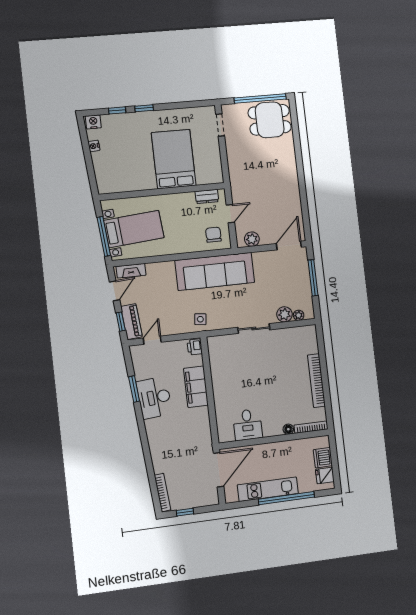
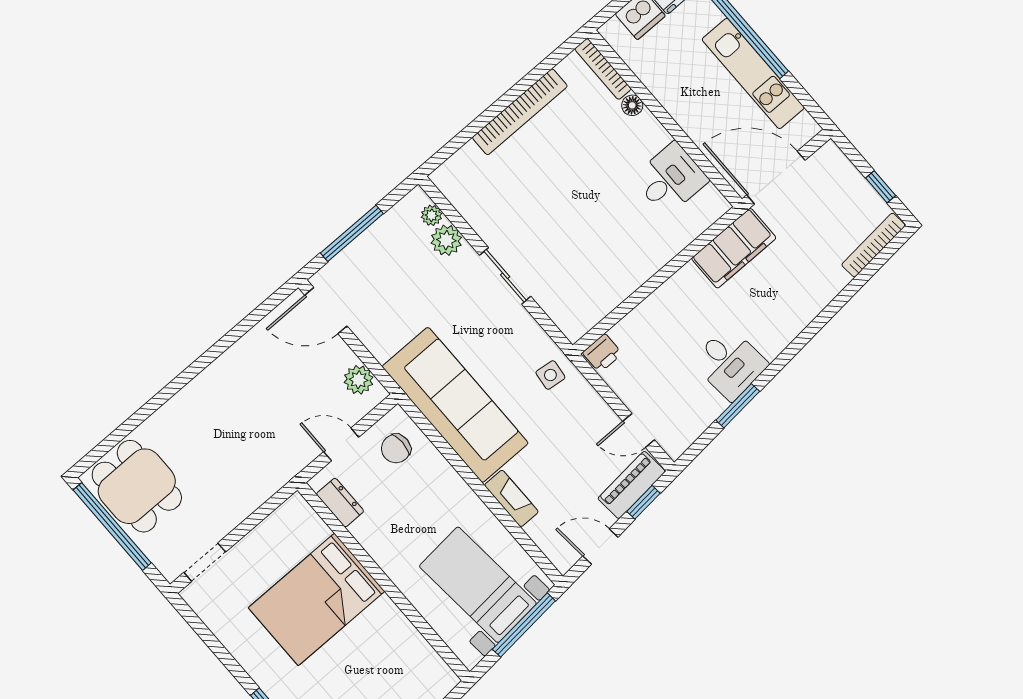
fireplace: (131, 271) -> (511, 498), moved
filing cabinet: (196, 387) -> (734, 248), moved
desk: (154, 398) -> (730, 363), width x0.73

